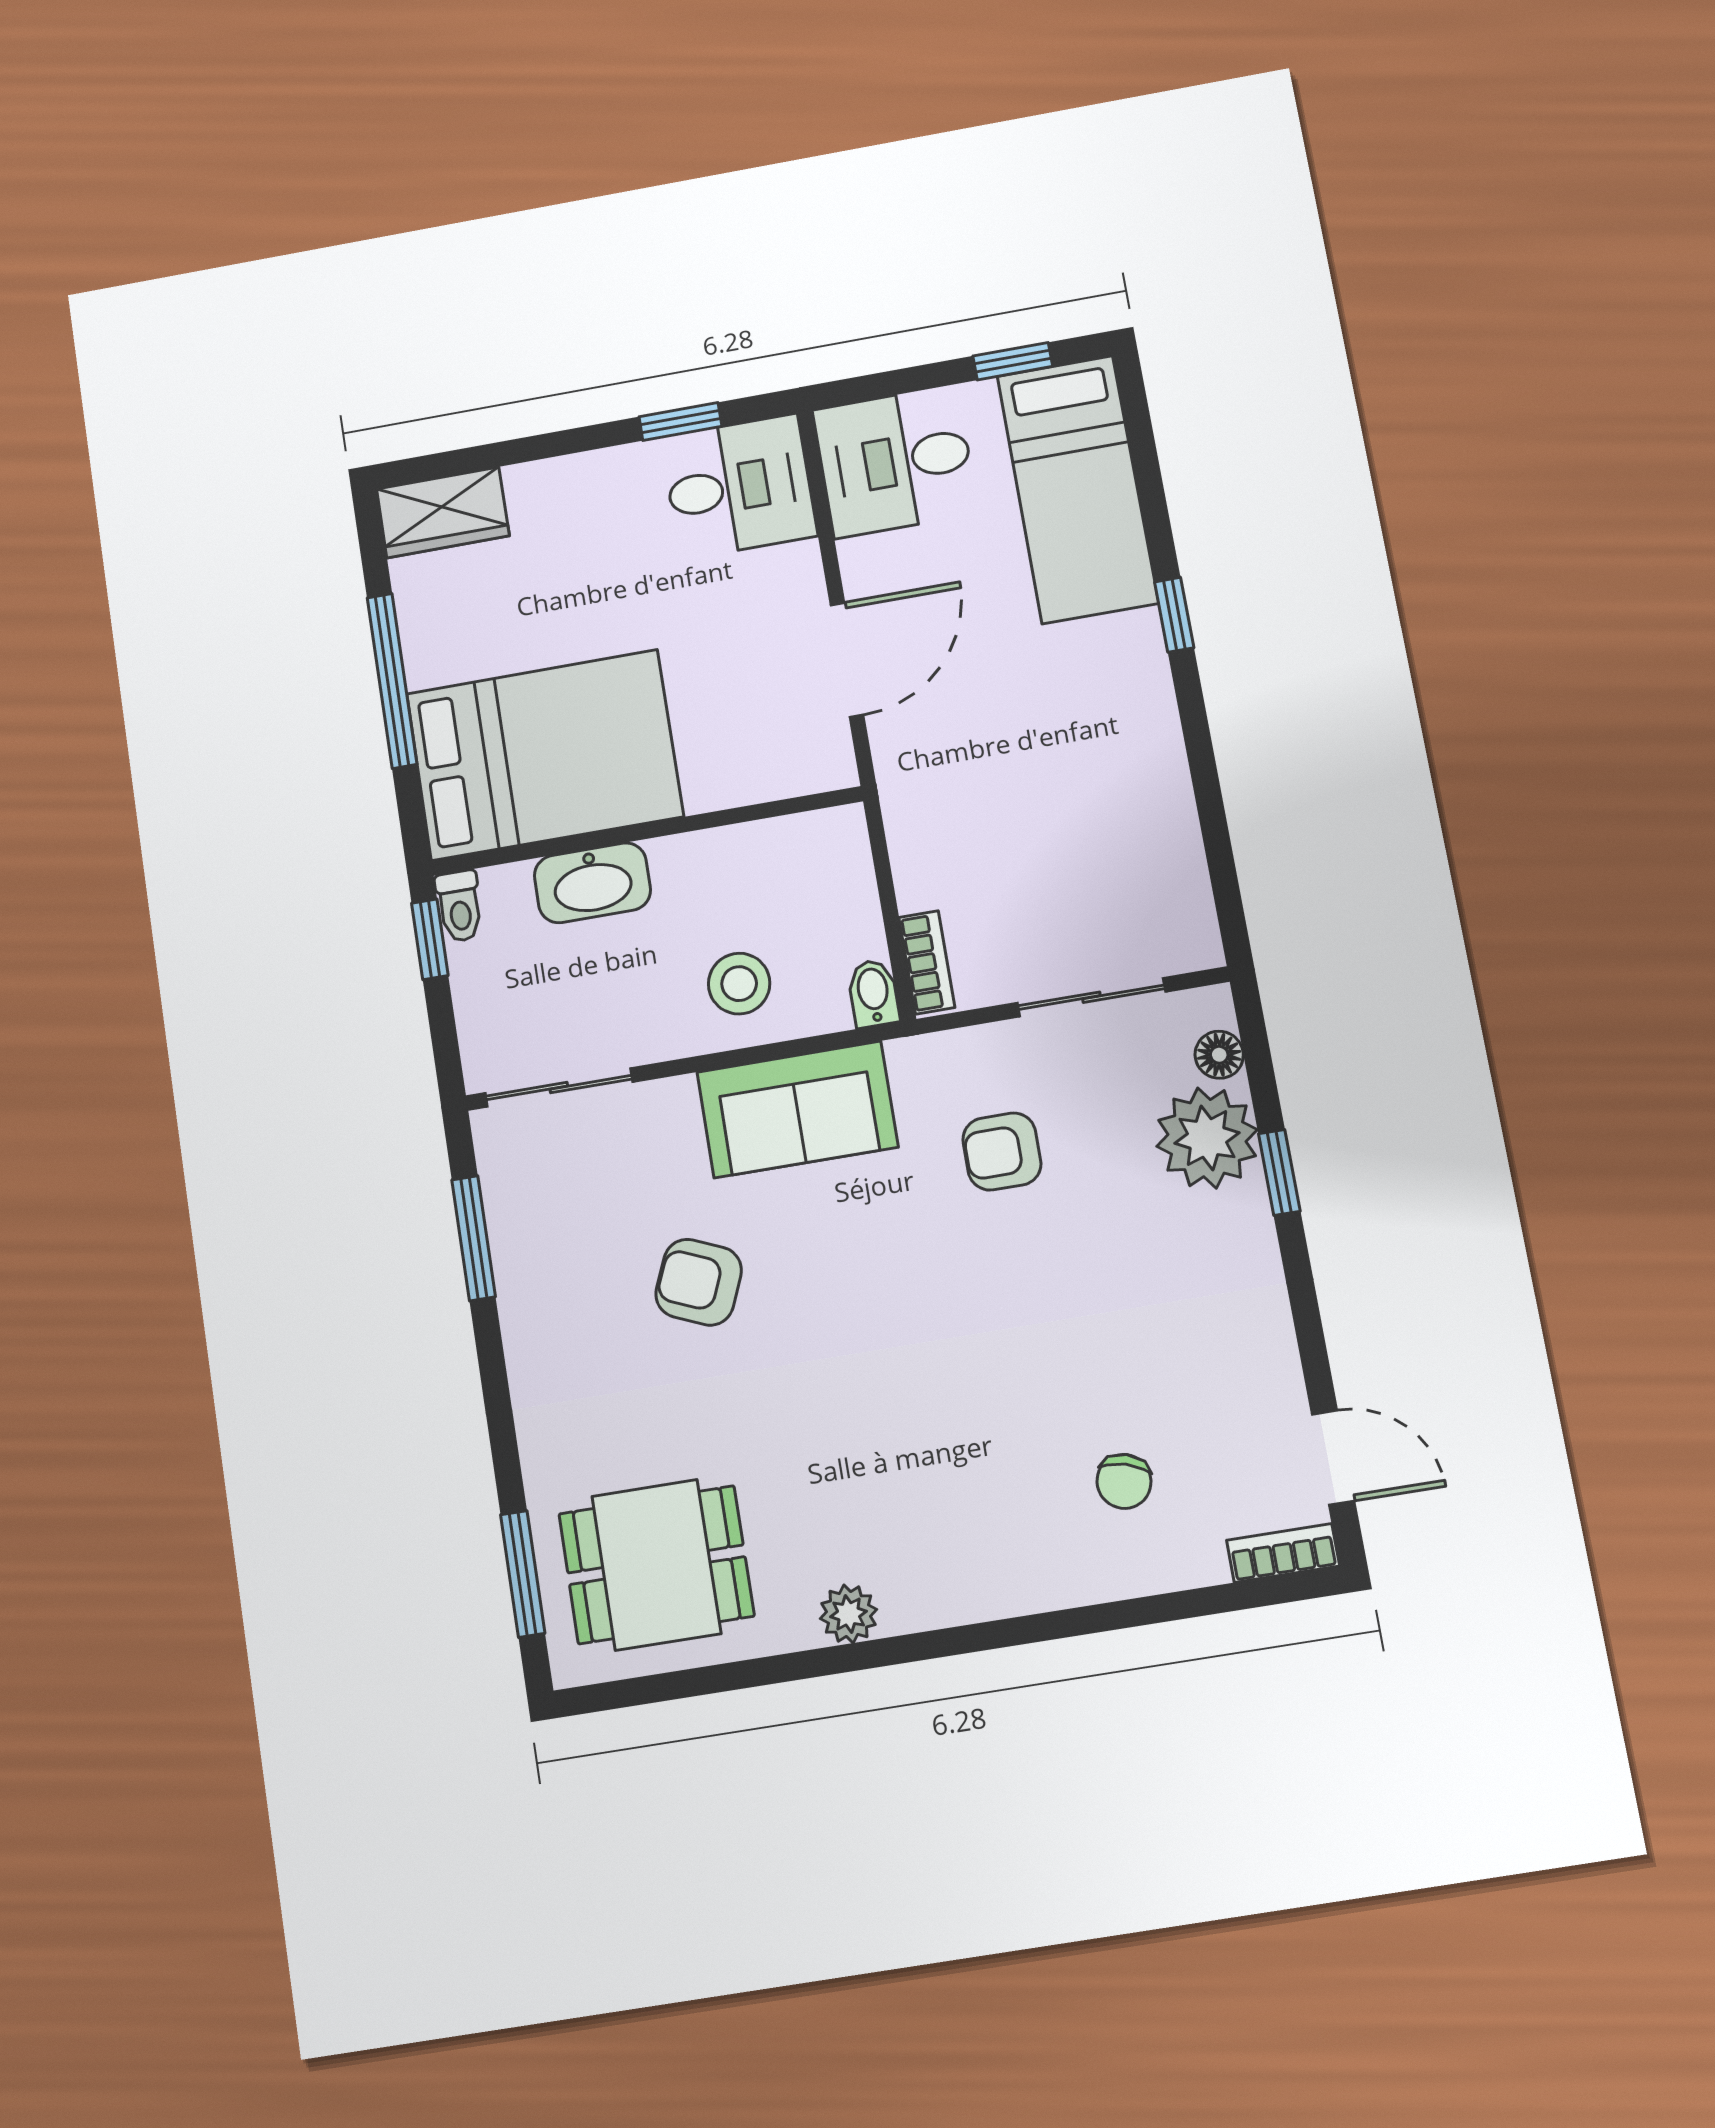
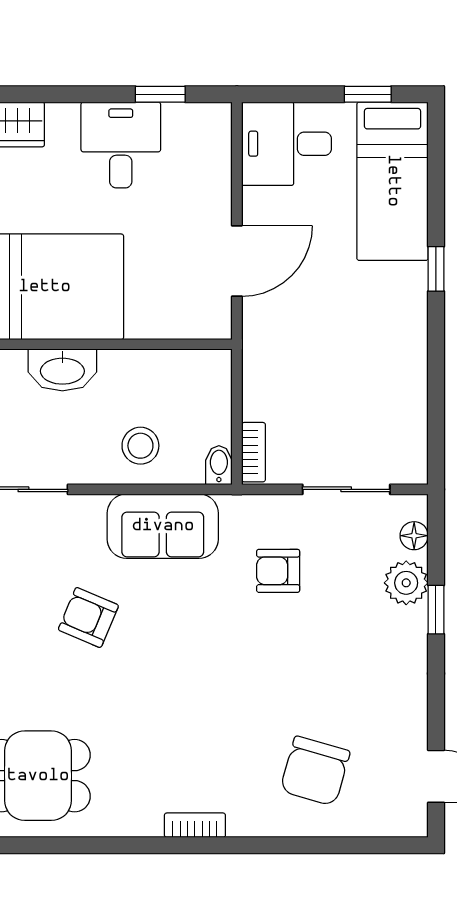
desk: (739, 487) -> (121, 145), moved, turned -90
plant: (1207, 1138) -> (406, 583), width x0.73, depth x0.73
chair: (1124, 1481) -> (315, 771), width x1.87, depth x1.87
bookcase: (1283, 1553) -> (195, 825), moved
plant: (848, 1614) -> (145, 821), removed

